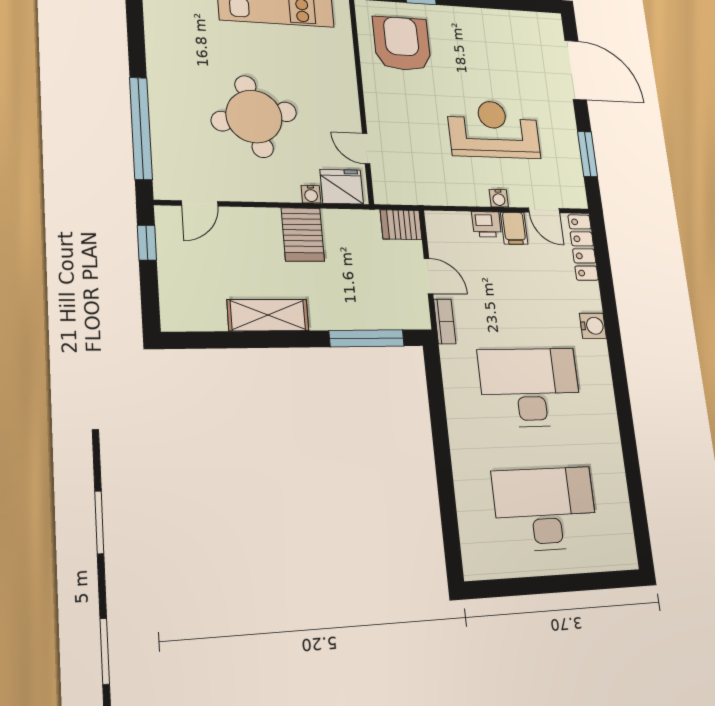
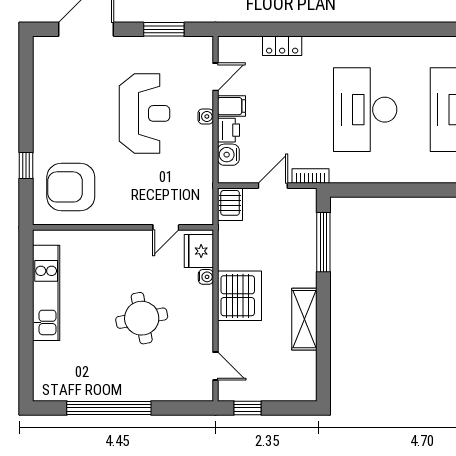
round table: (254, 116) -> (142, 318), width x0.73, depth x0.73
window: (141, 128) -> (109, 408), moved
reception desk: (494, 129) -> (145, 113), turned 180
server rack: (303, 235) -> (239, 296), width x1.60
locker: (583, 247) -> (282, 46), moved, width x0.66
water cooler: (593, 326) -> (228, 155), moved, turned -90

